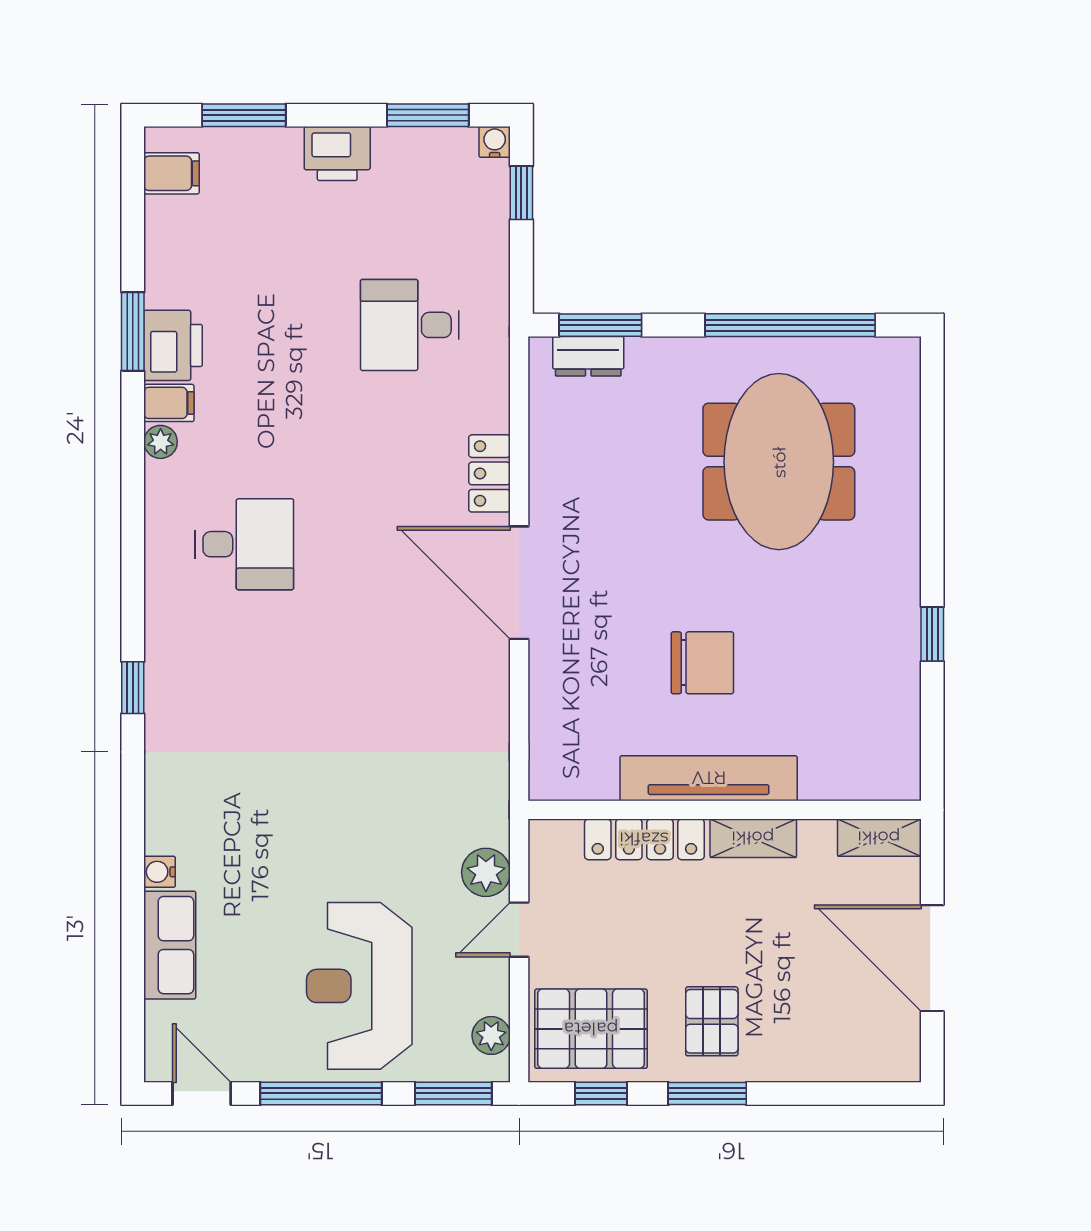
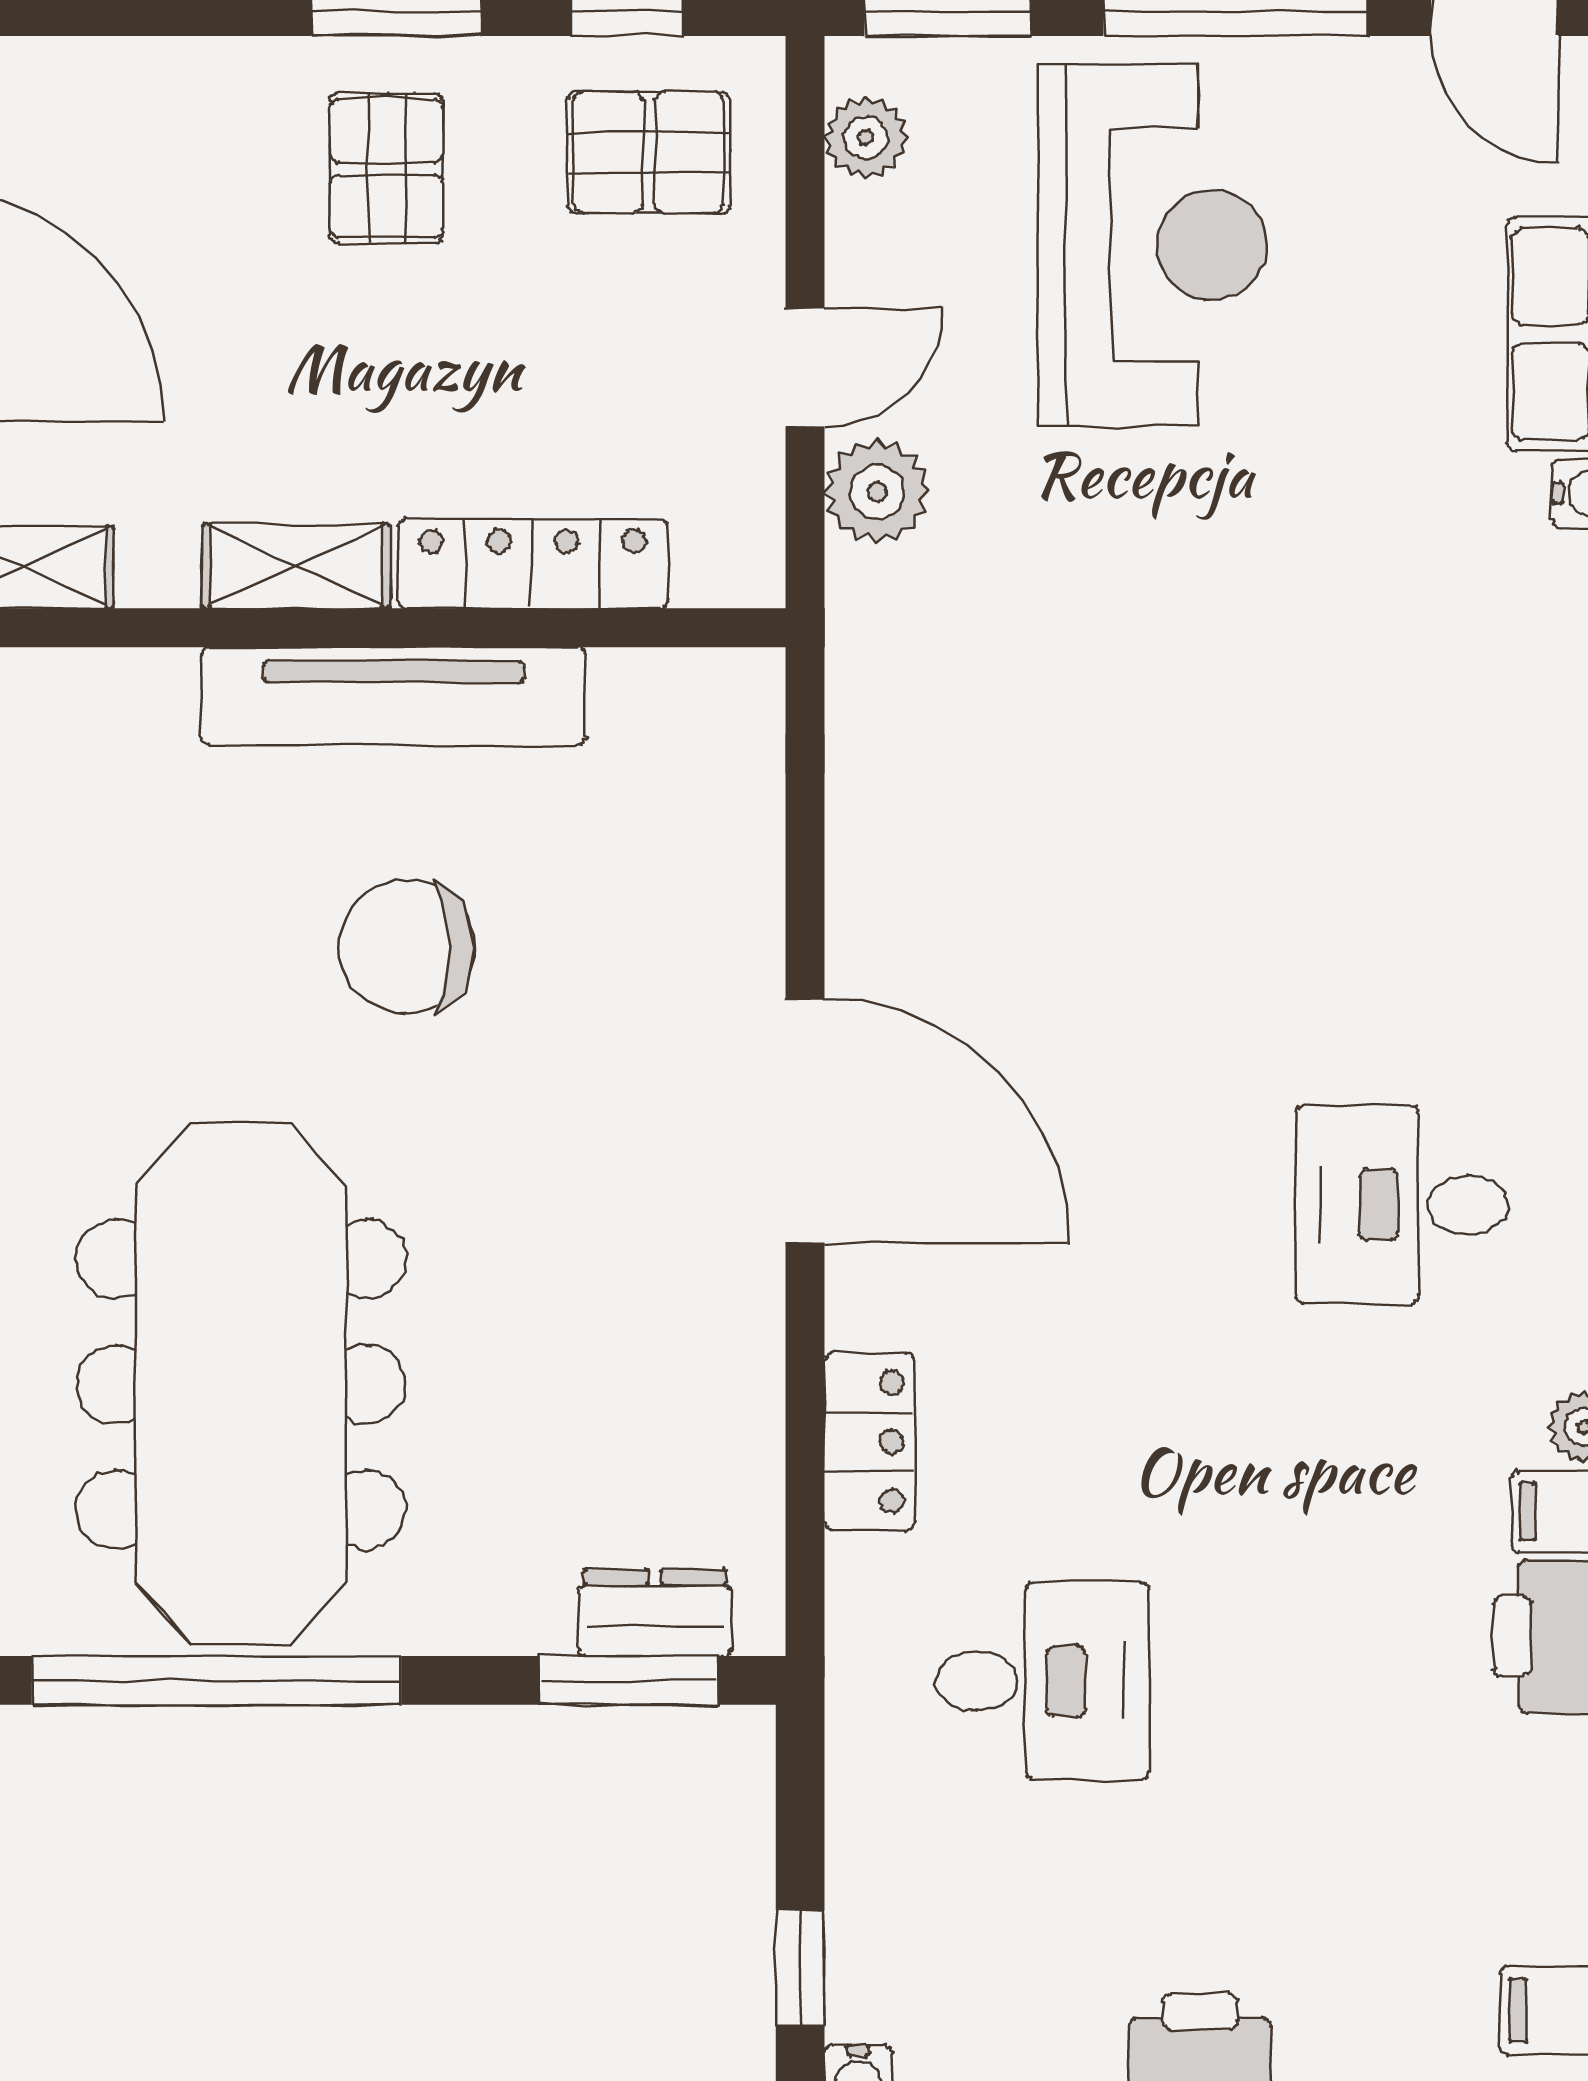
meeting table: (779, 462) -> (241, 1384), width x1.36
locker: (489, 473) -> (869, 1442), moved
pallet: (591, 1029) -> (649, 152), width x0.67, depth x0.71

